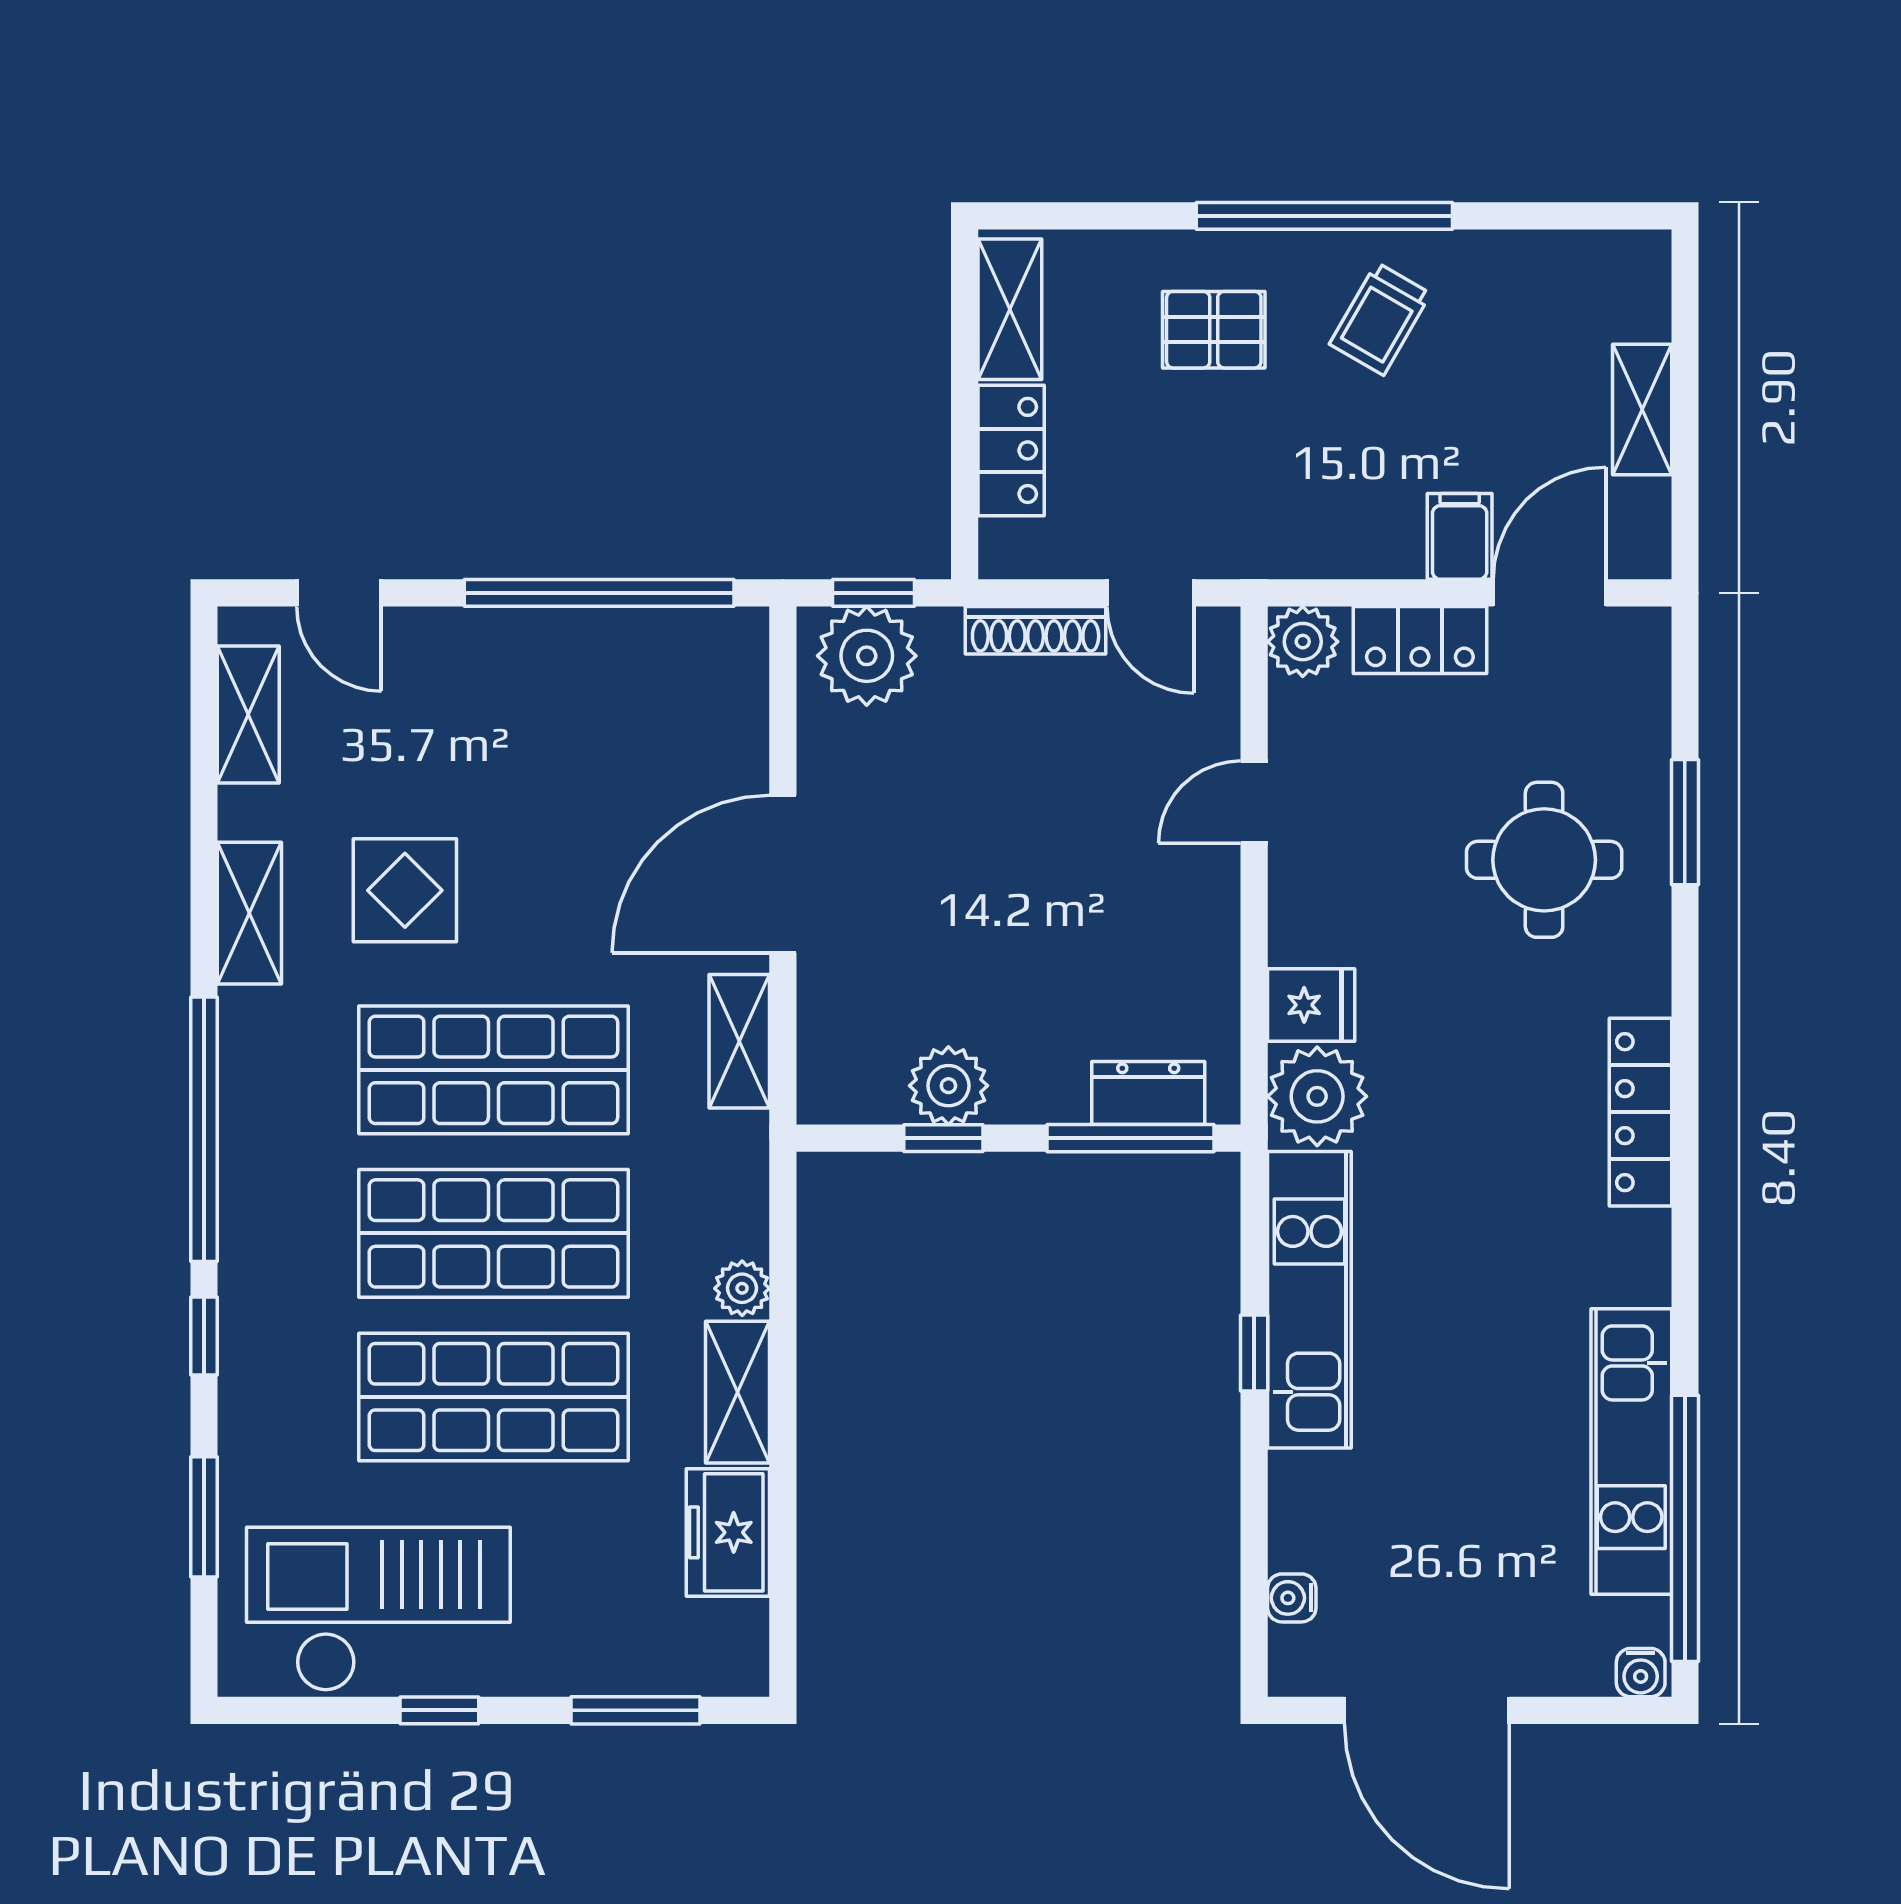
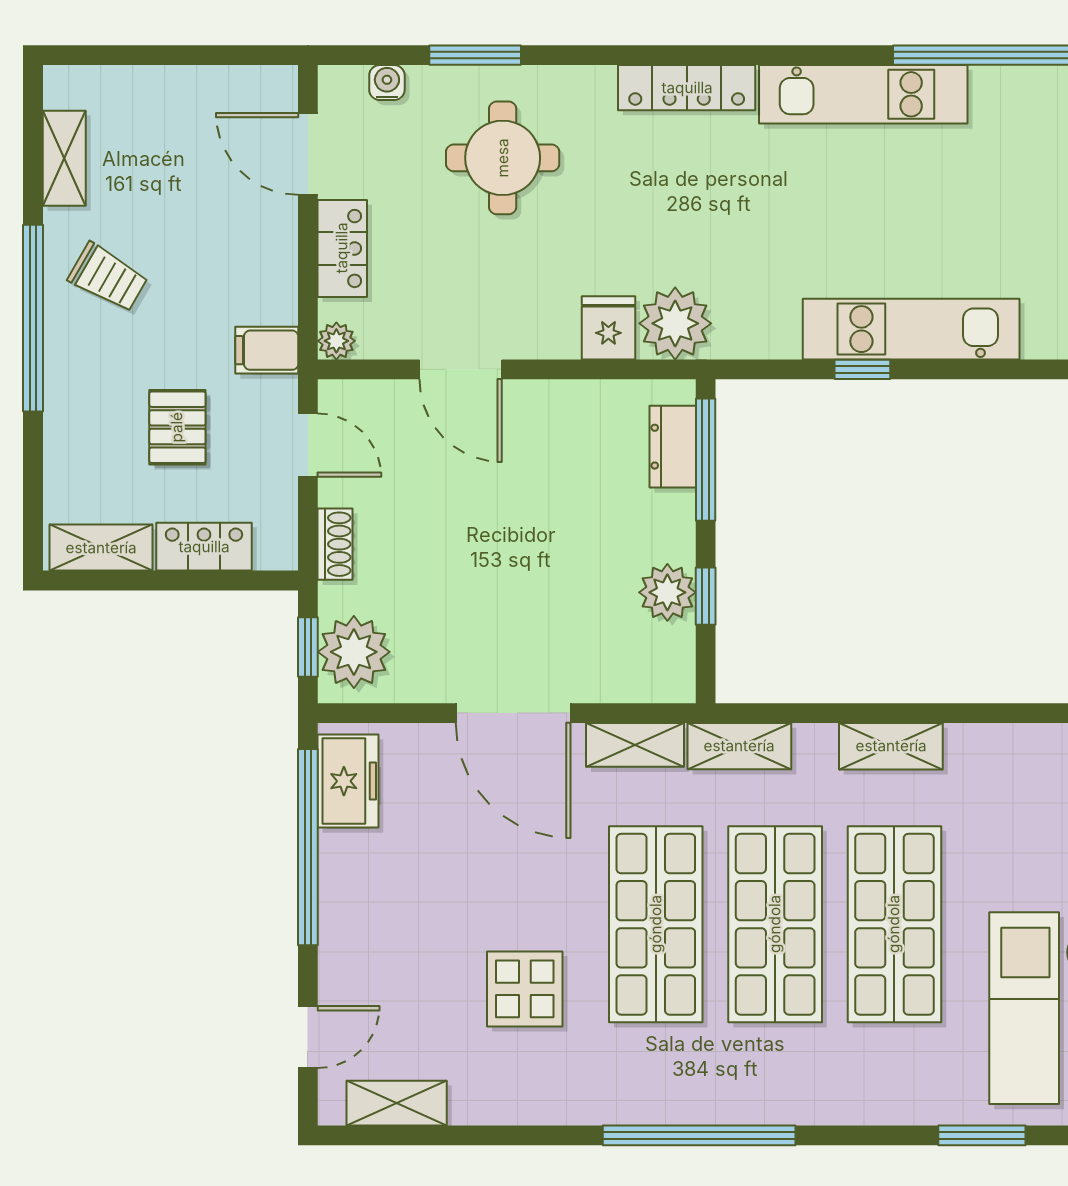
pallet: (1214, 330) -> (177, 427), moved
shelving: (1642, 410) -> (64, 158), moved, turned 90
filing cabinet: (1460, 536) -> (267, 350), moved
door: (1150, 593) -> (308, 445), hinge flipped
shoe rack: (1036, 630) -> (335, 544), width x0.70
plant: (1303, 642) -> (336, 341), width x0.73, depth x0.73
door: (1254, 802) -> (461, 369), width x1.38
shelving: (249, 913) -> (739, 746), moved
plant: (742, 1288) -> (815, 743), removed
kitchen unit: (1309, 1300) -> (911, 329), moved
window: (204, 1336) -> (850, 1135), removed
kitchen unit: (1631, 1451) -> (863, 94), moved
freezer: (728, 1532) -> (348, 781), moved, turned -90
water cooler: (1292, 1598) -> (387, 83), moved, turned 180

